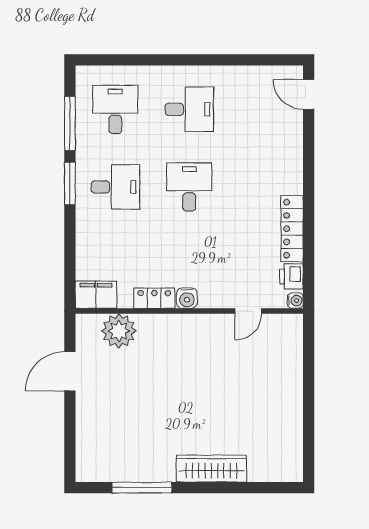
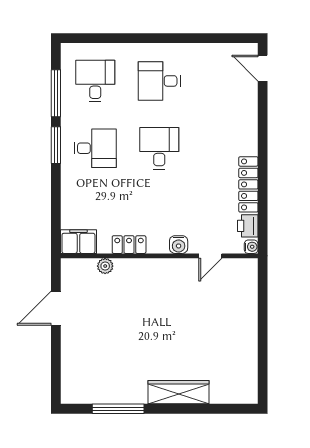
desk: (189, 109) -> (159, 81), turned 180
water cooler: (187, 298) -> (179, 245), moved
plant: (119, 331) -> (105, 266), width x0.53, depth x0.53

